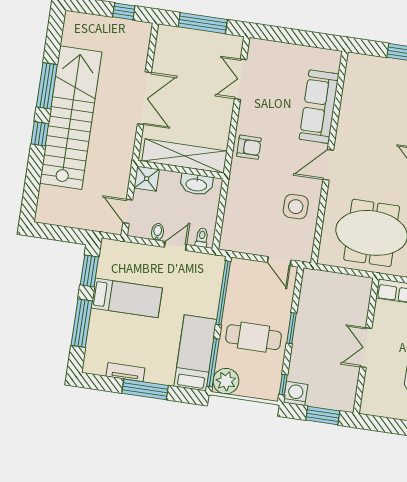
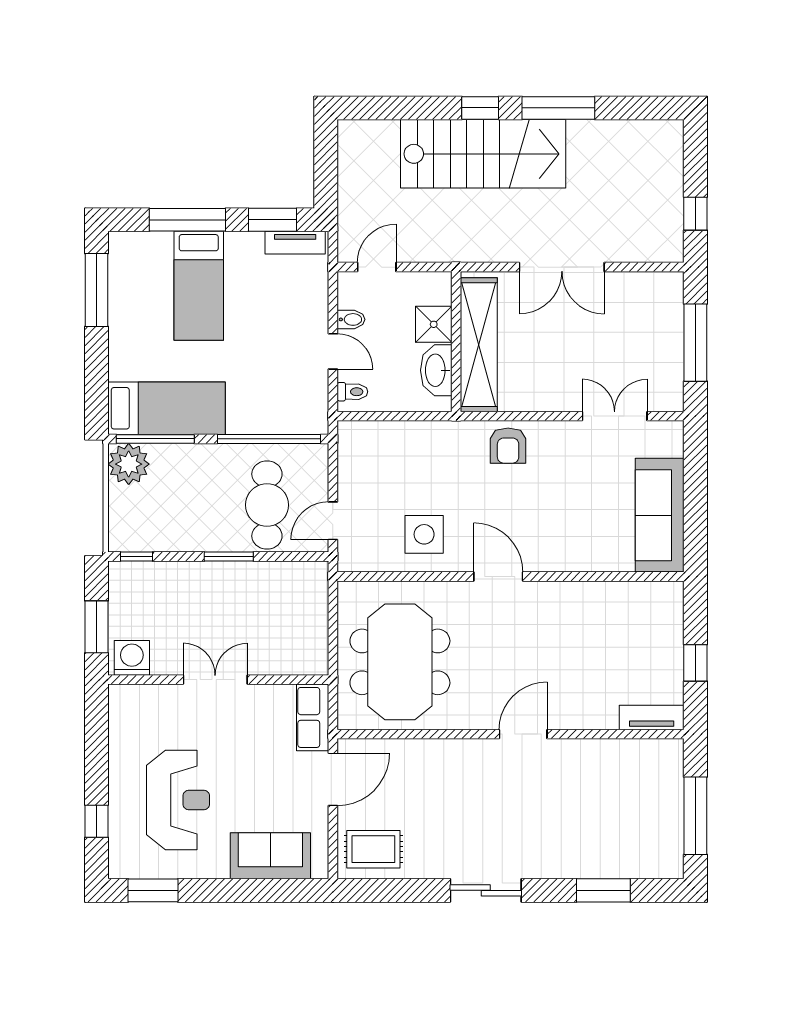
sofa: (319, 107) -> (660, 515), moved, turned -90
stairs: (71, 118) -> (483, 154), width x0.73
shower: (147, 179) -> (434, 324), moved
bed: (127, 298) -> (199, 286), moved
cafe table: (254, 337) -> (267, 505), moved
tv unit: (125, 372) -> (295, 243), moved, turned 90
window: (145, 389) -> (96, 290), moved
washing machine: (296, 393) -> (132, 658), moved, turned -90

